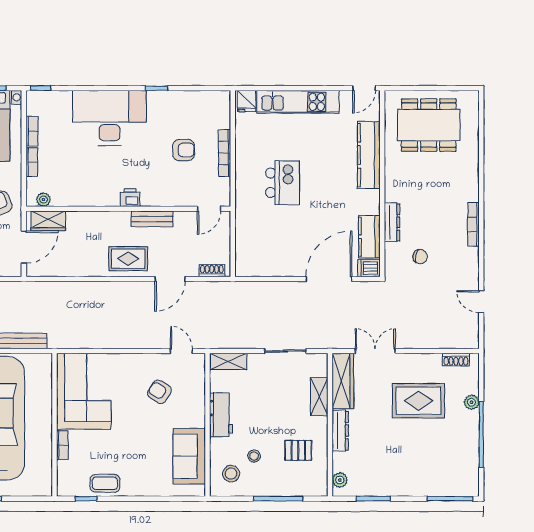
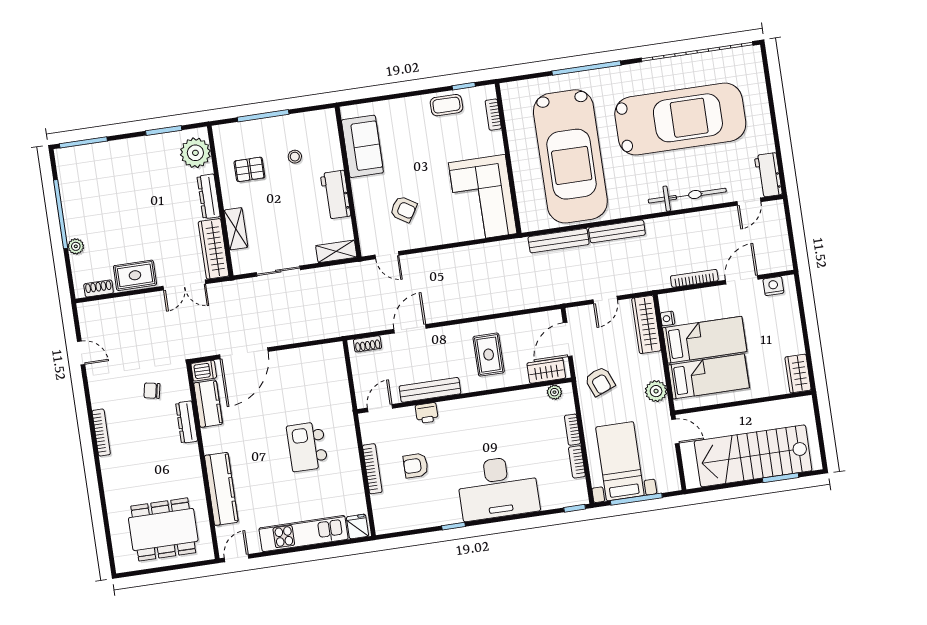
printer: (130, 198) -> (427, 413), moved
bench: (152, 219) -> (430, 390), width x1.36
rug: (128, 259) -> (489, 355), moved, turned 90
rug: (418, 401) -> (135, 275), moved, width x0.73, depth x0.70
bookcase: (62, 445) -> (493, 115), moved
stool: (231, 474) -> (316, 135), removed
plant: (340, 480) -> (195, 153), width x1.88, depth x1.88

